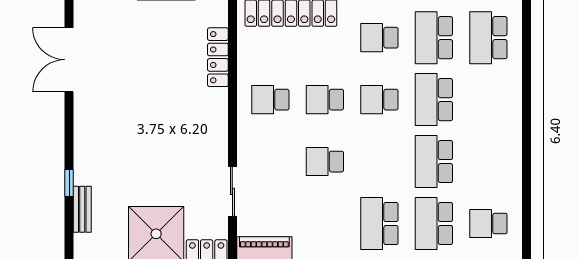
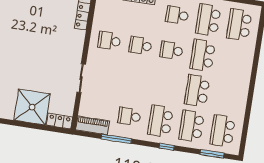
school desk: (325, 162) -> (129, 116), moved
sliding door: (232, 191) -> (81, 78), moved
school desk: (488, 224) -> (223, 131), width x1.85

